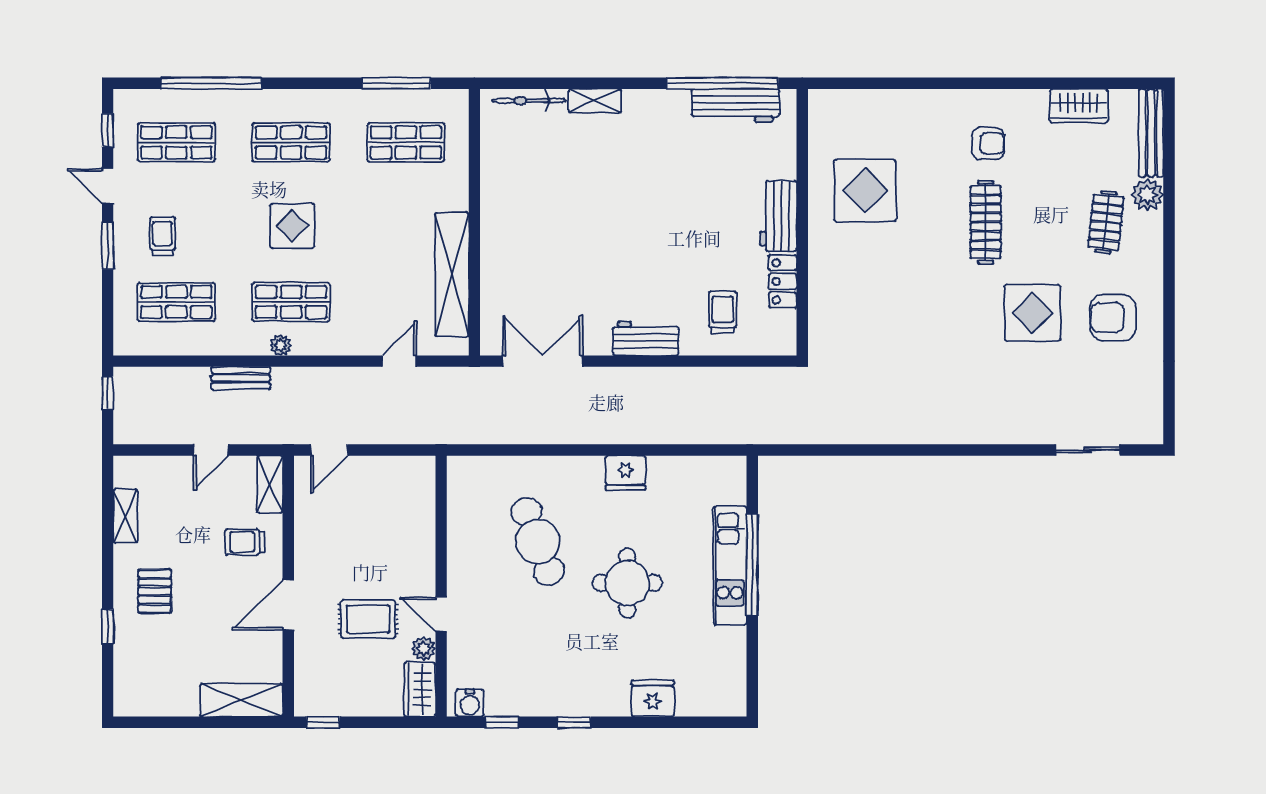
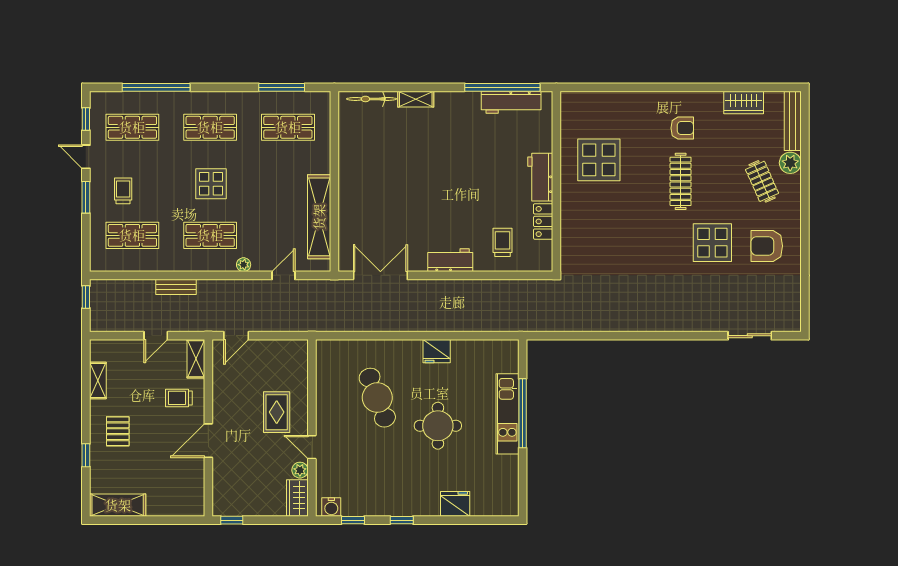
clothes rail: (1106, 222) -> (762, 181), turned -30
plant: (281, 345) -> (244, 265), moved
rug: (368, 619) -> (277, 412), moved, turned 90
shelving: (241, 700) -> (118, 505), moved

